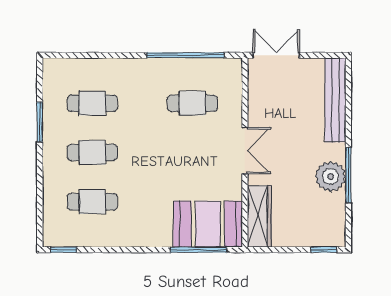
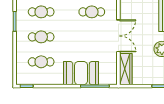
double door: (245, 151) -> (118, 36), width x1.37
booth: (208, 224) -> (81, 73), moved

